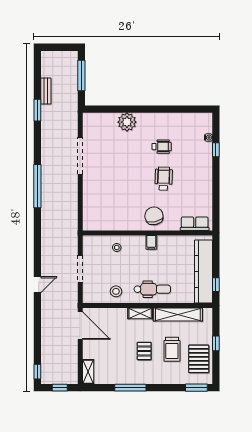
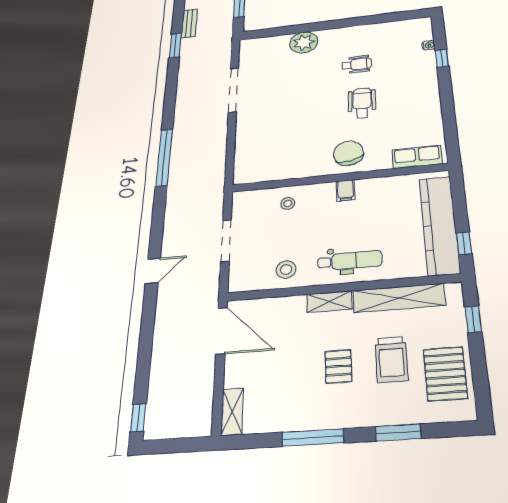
window: (37, 186) -> (164, 157), moved
window: (216, 343) -> (473, 319), moved
window: (60, 388) -> (177, 445), removed
window: (196, 388) -> (398, 433), moved

